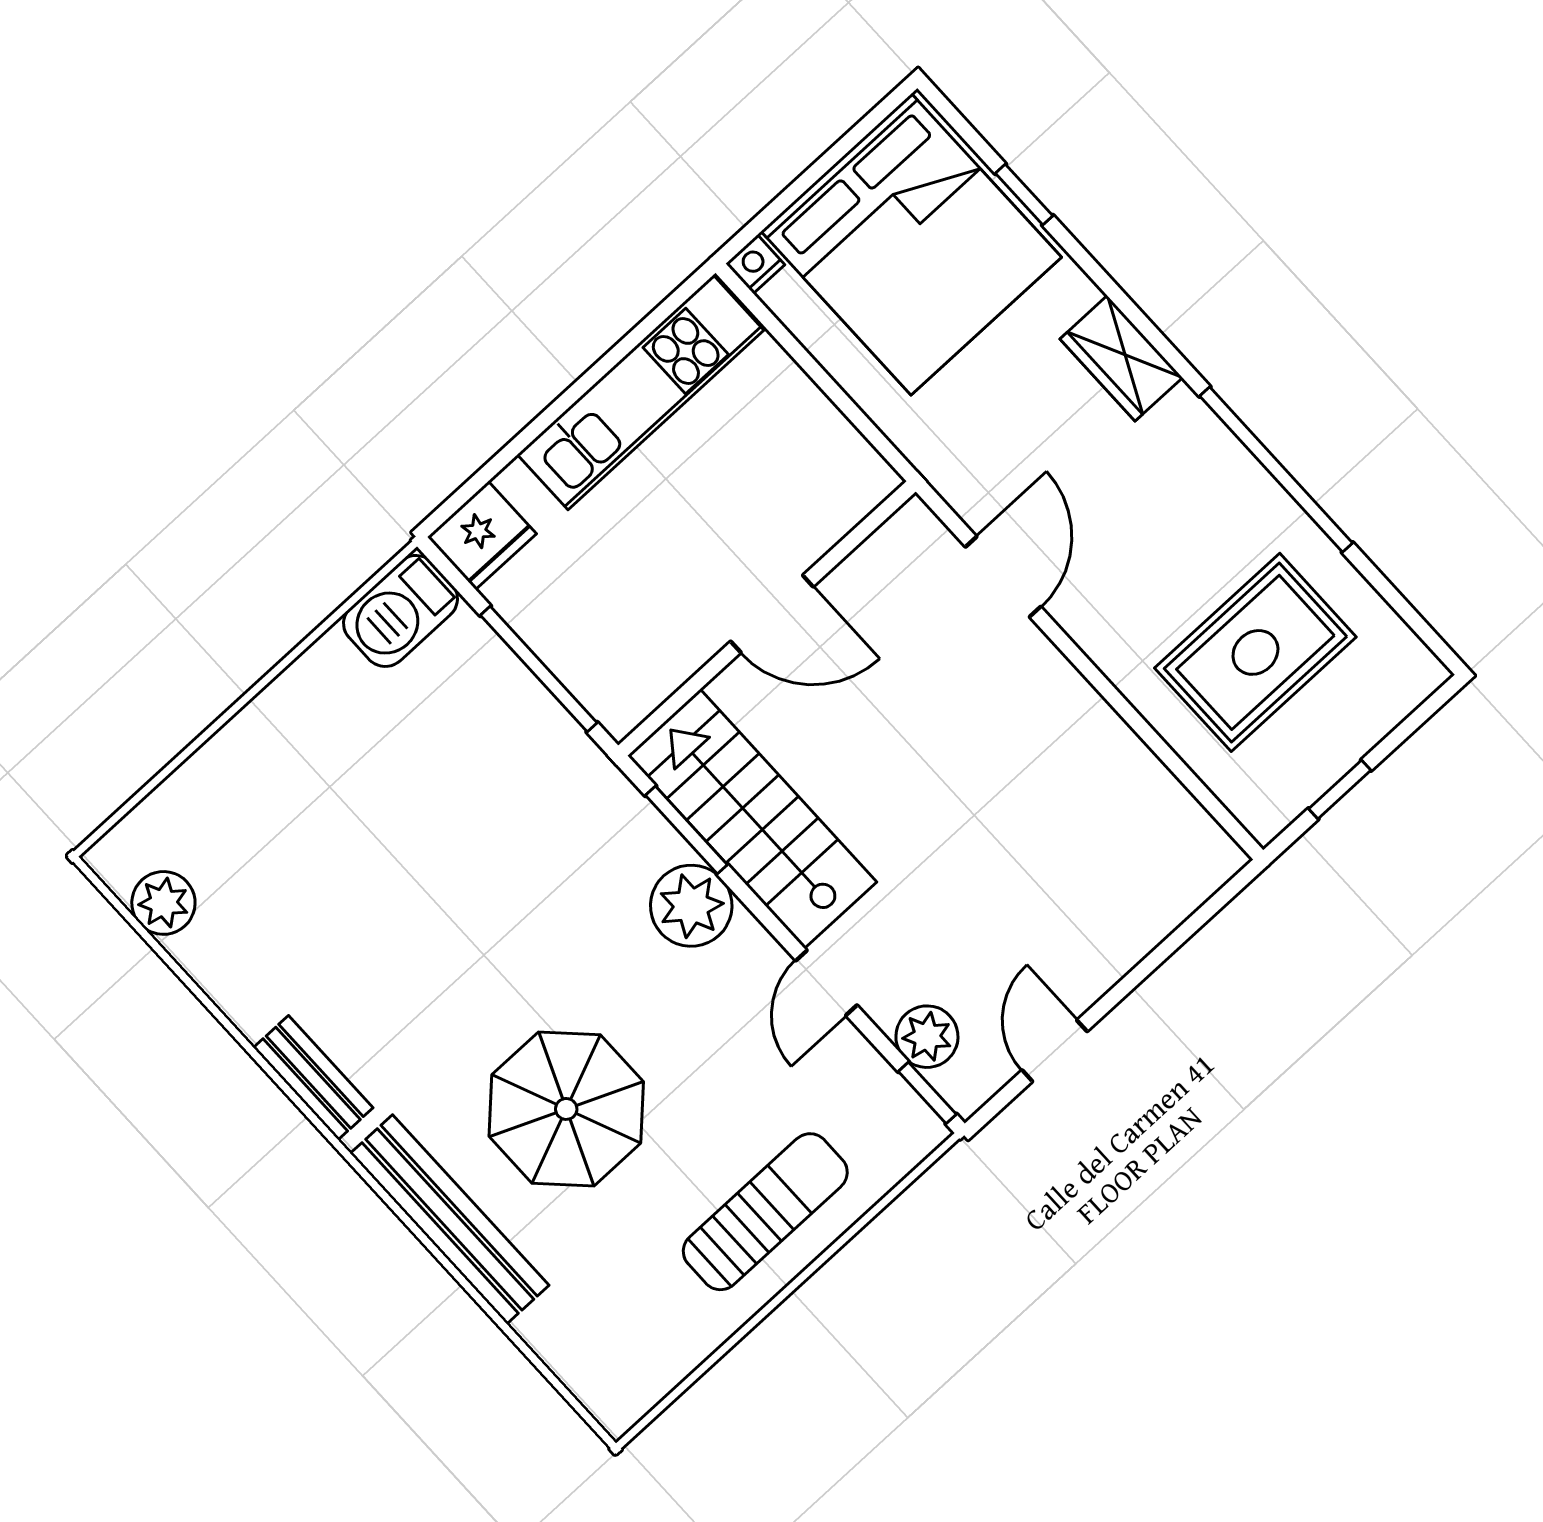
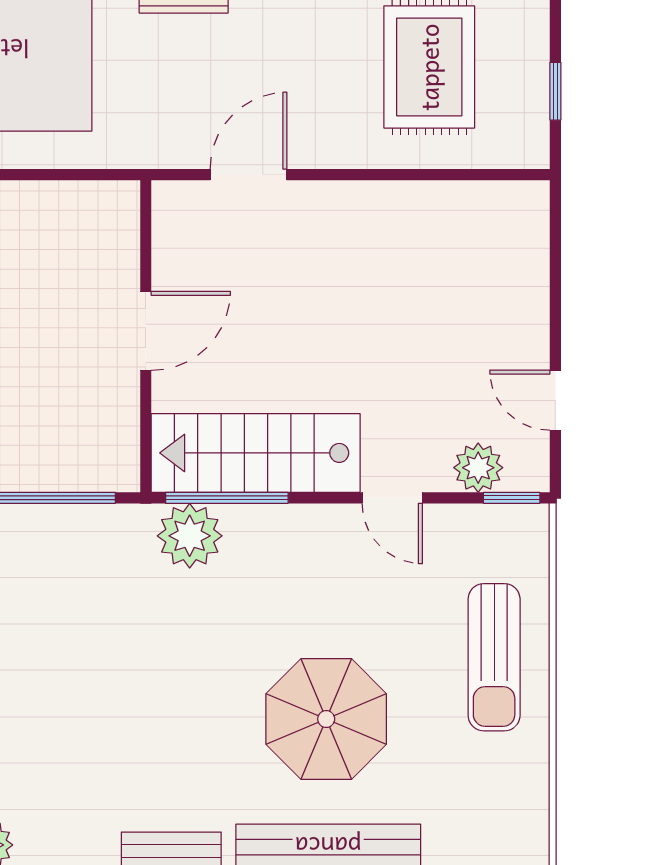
door: (1003, 577) -> (249, 175), hinge flipped
window: (686, 830) -> (227, 498), width x1.44
plant: (691, 906) -> (190, 536), moved
sun lounger: (765, 1212) -> (494, 657), turned 180

